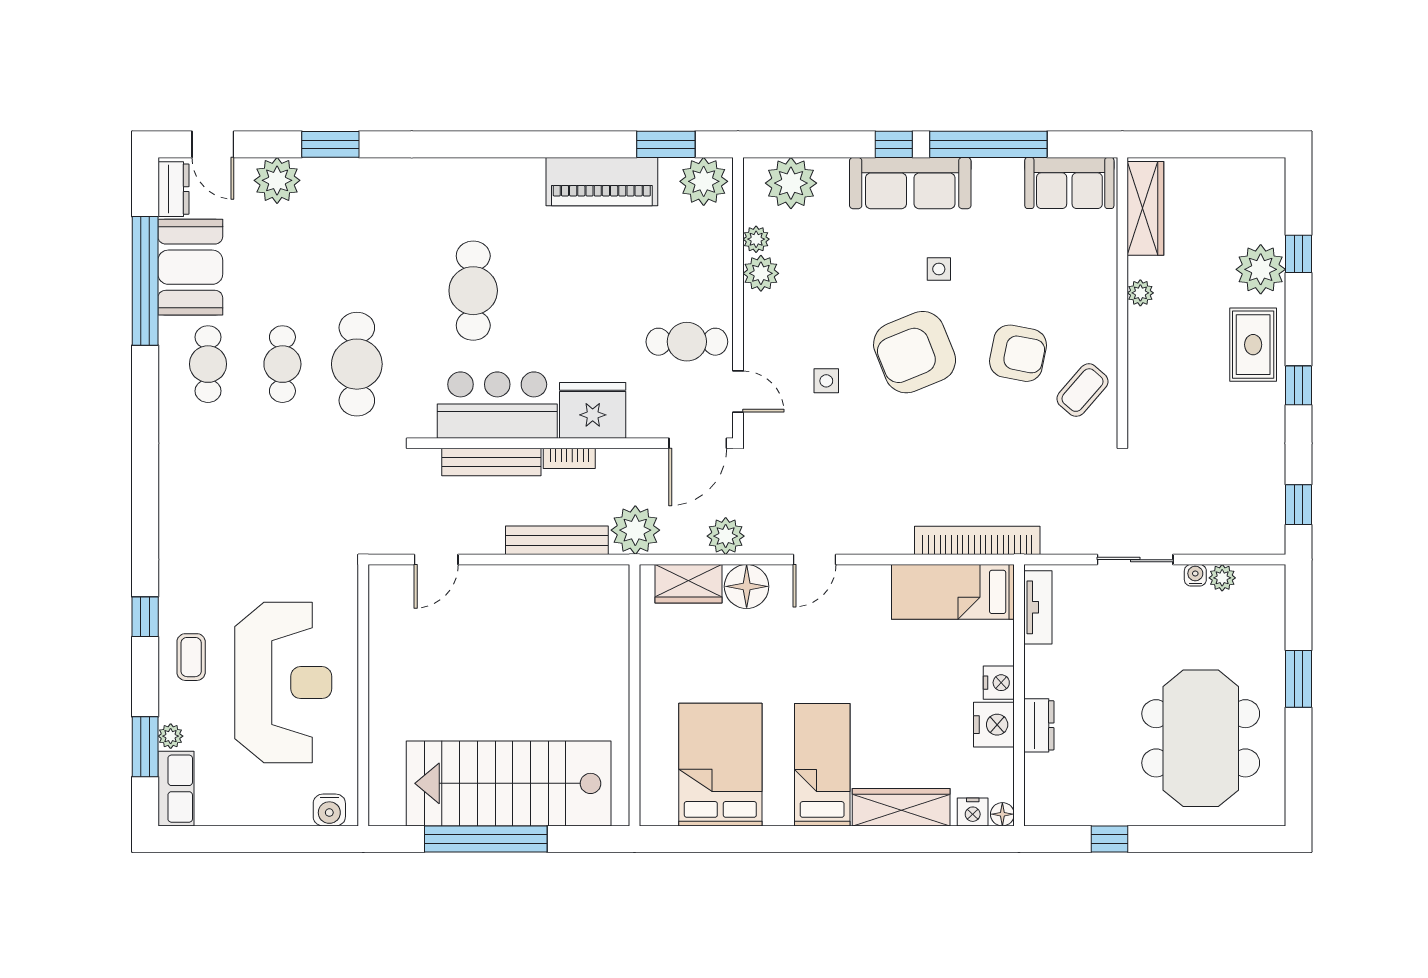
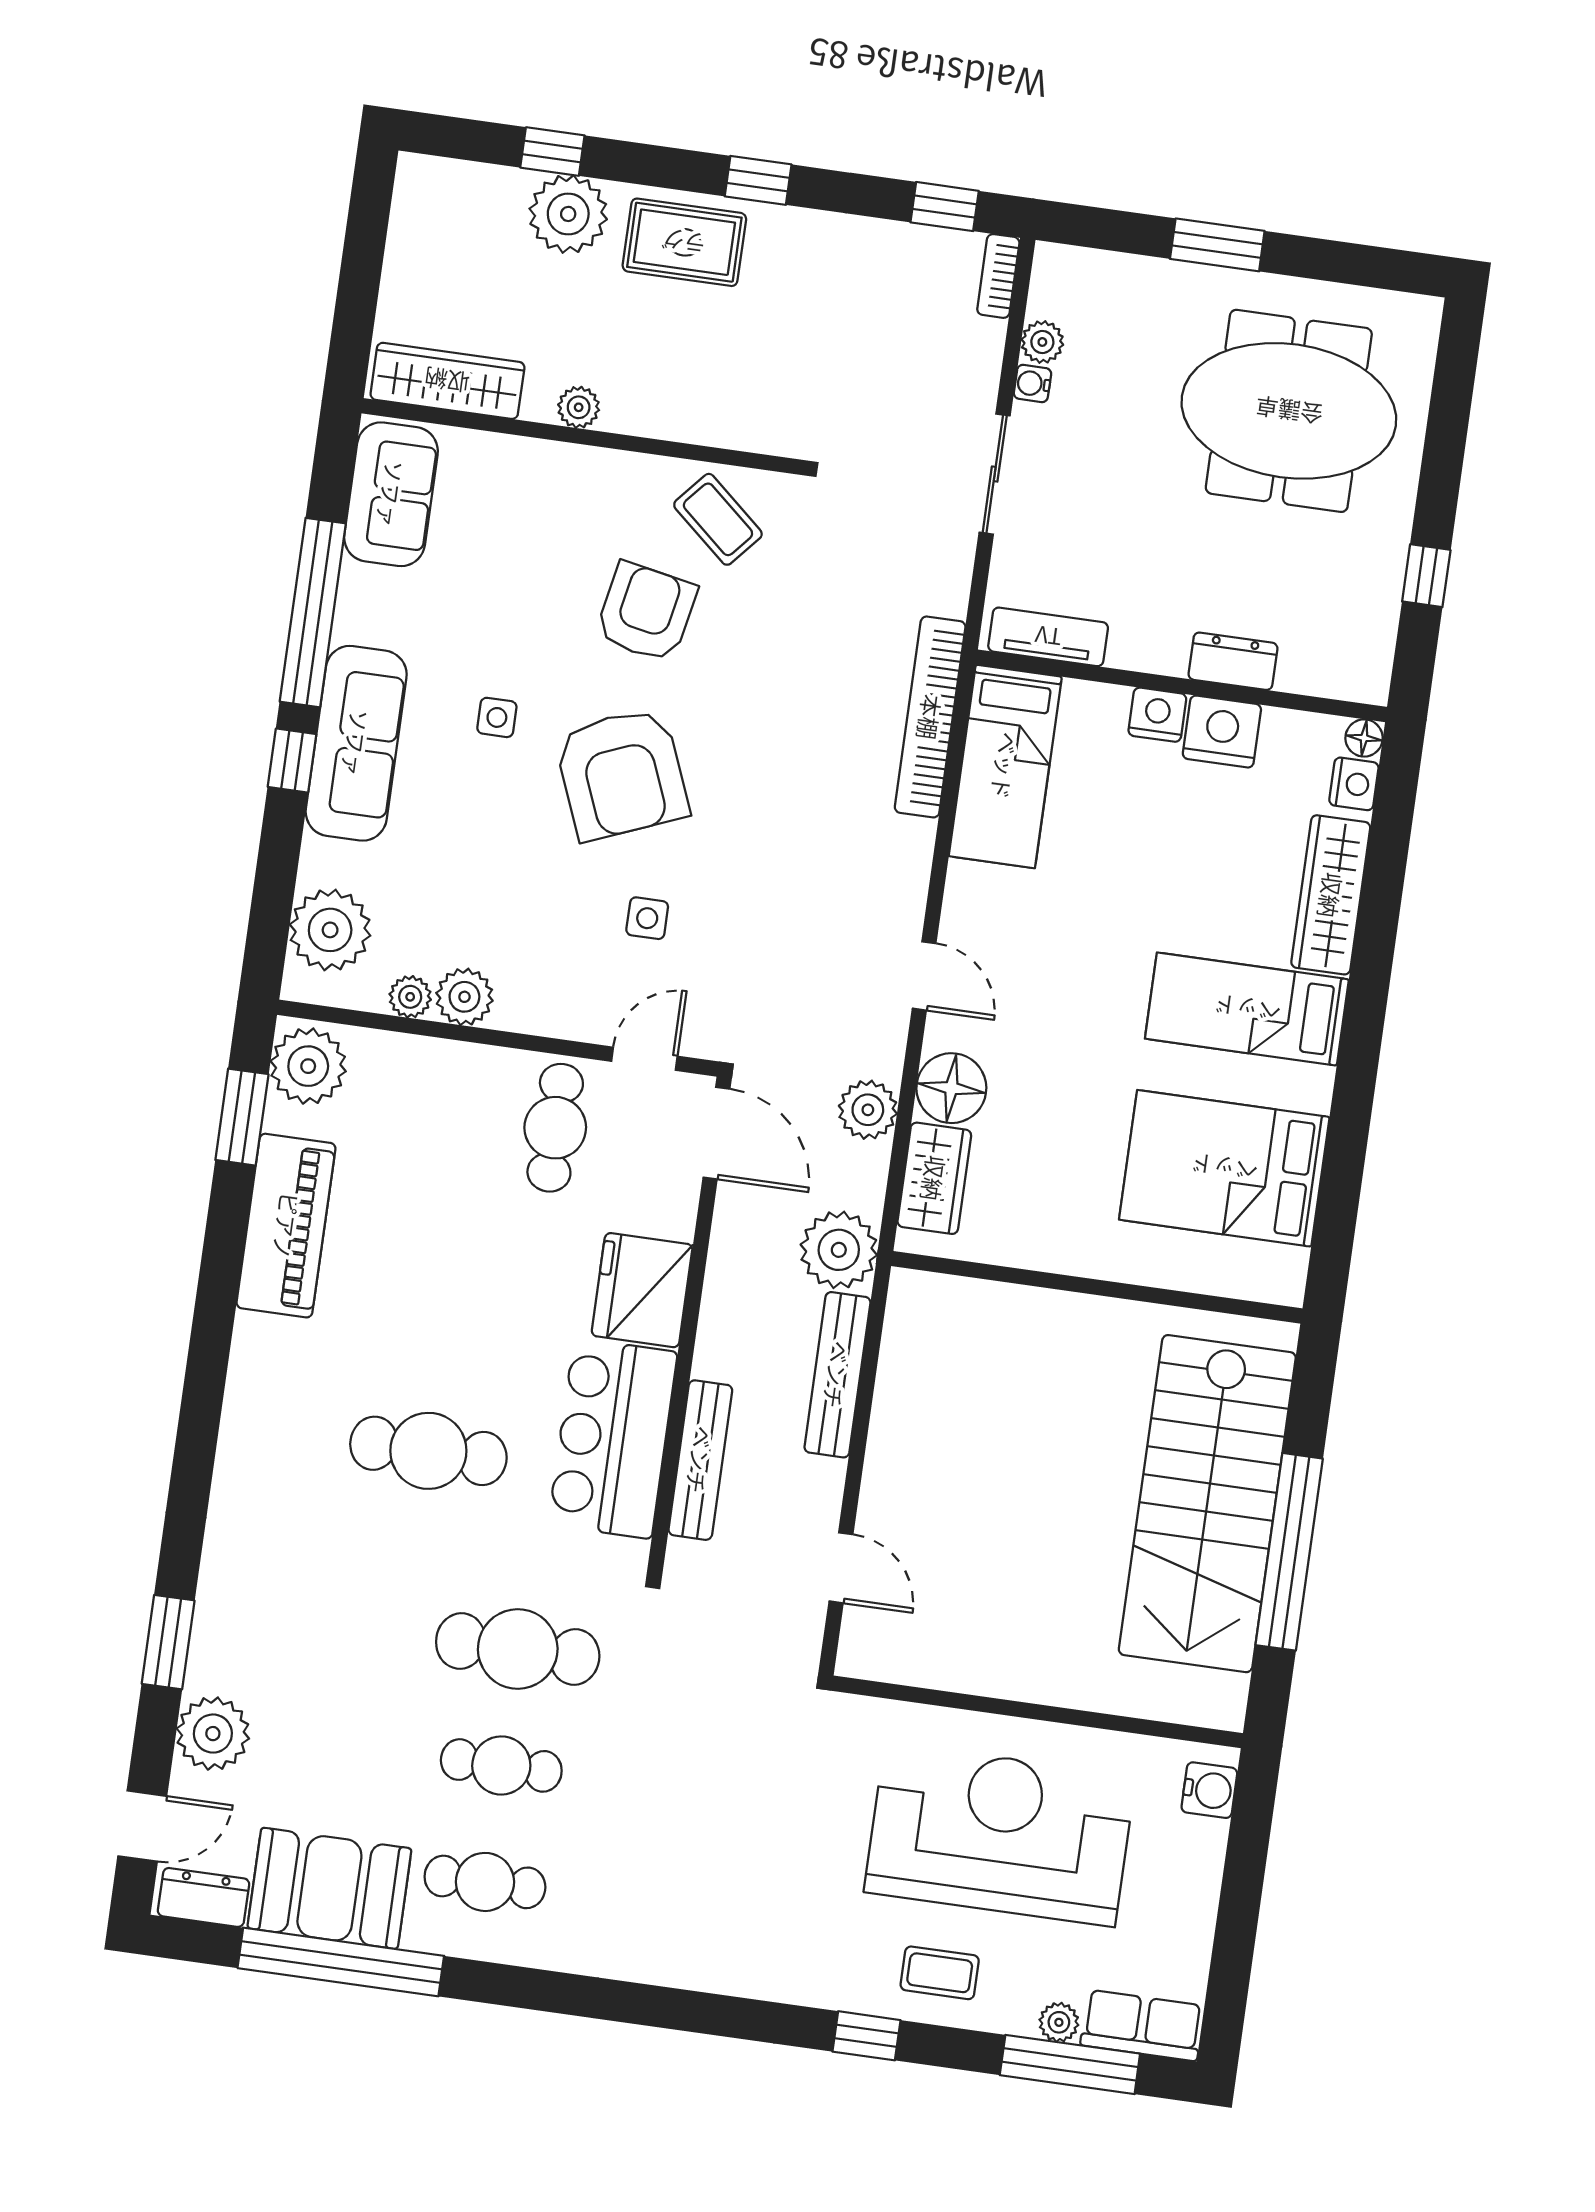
bookcase: (569, 458) -> (998, 276), moved, turned 180
window: (145, 747) -> (1070, 2064), width x1.44

